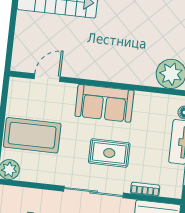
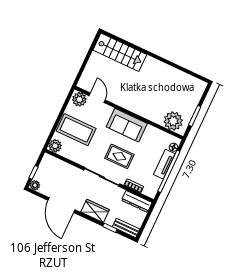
door: (47, 78) -> (97, 98), hinge flipped
plant: (22, 89) -> (79, 99), added

